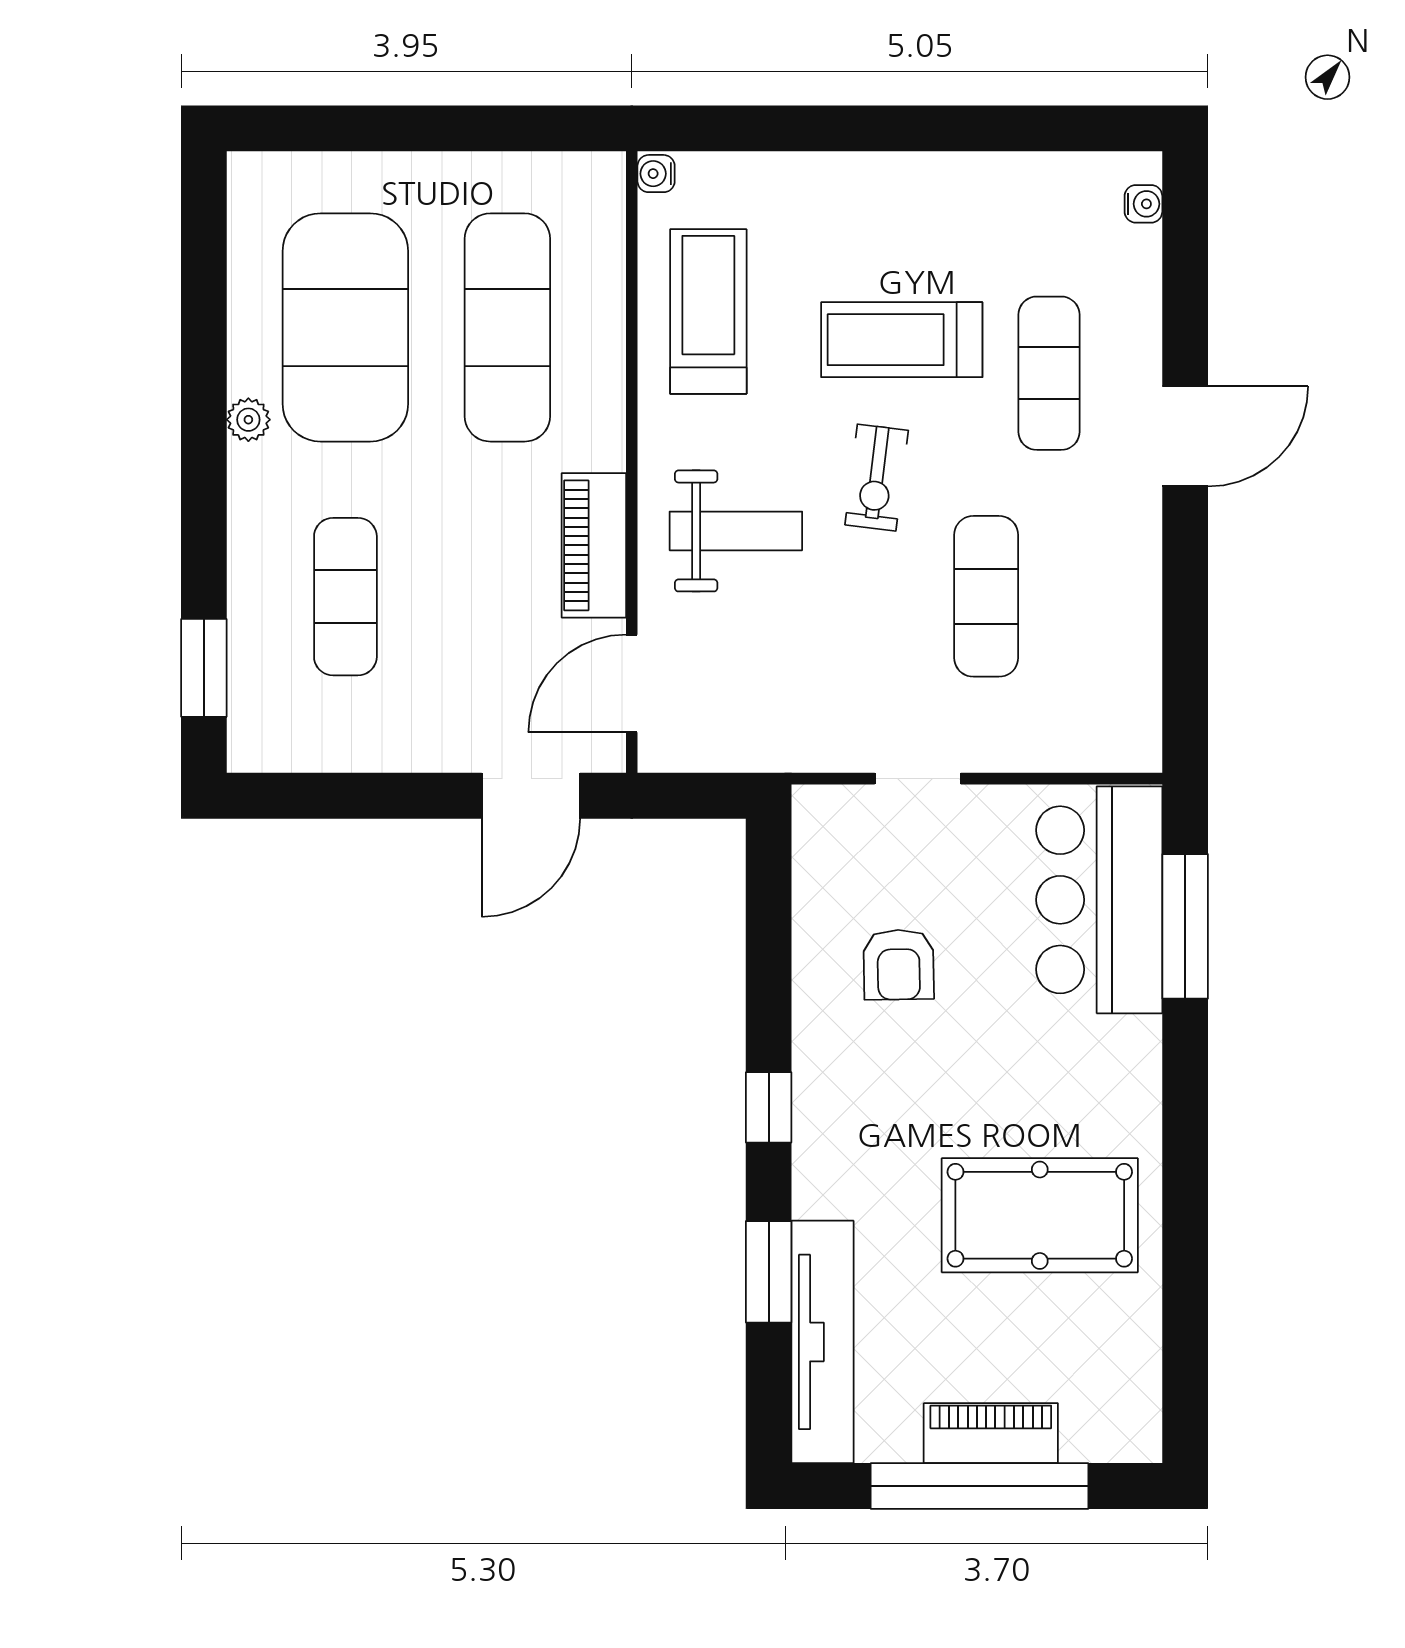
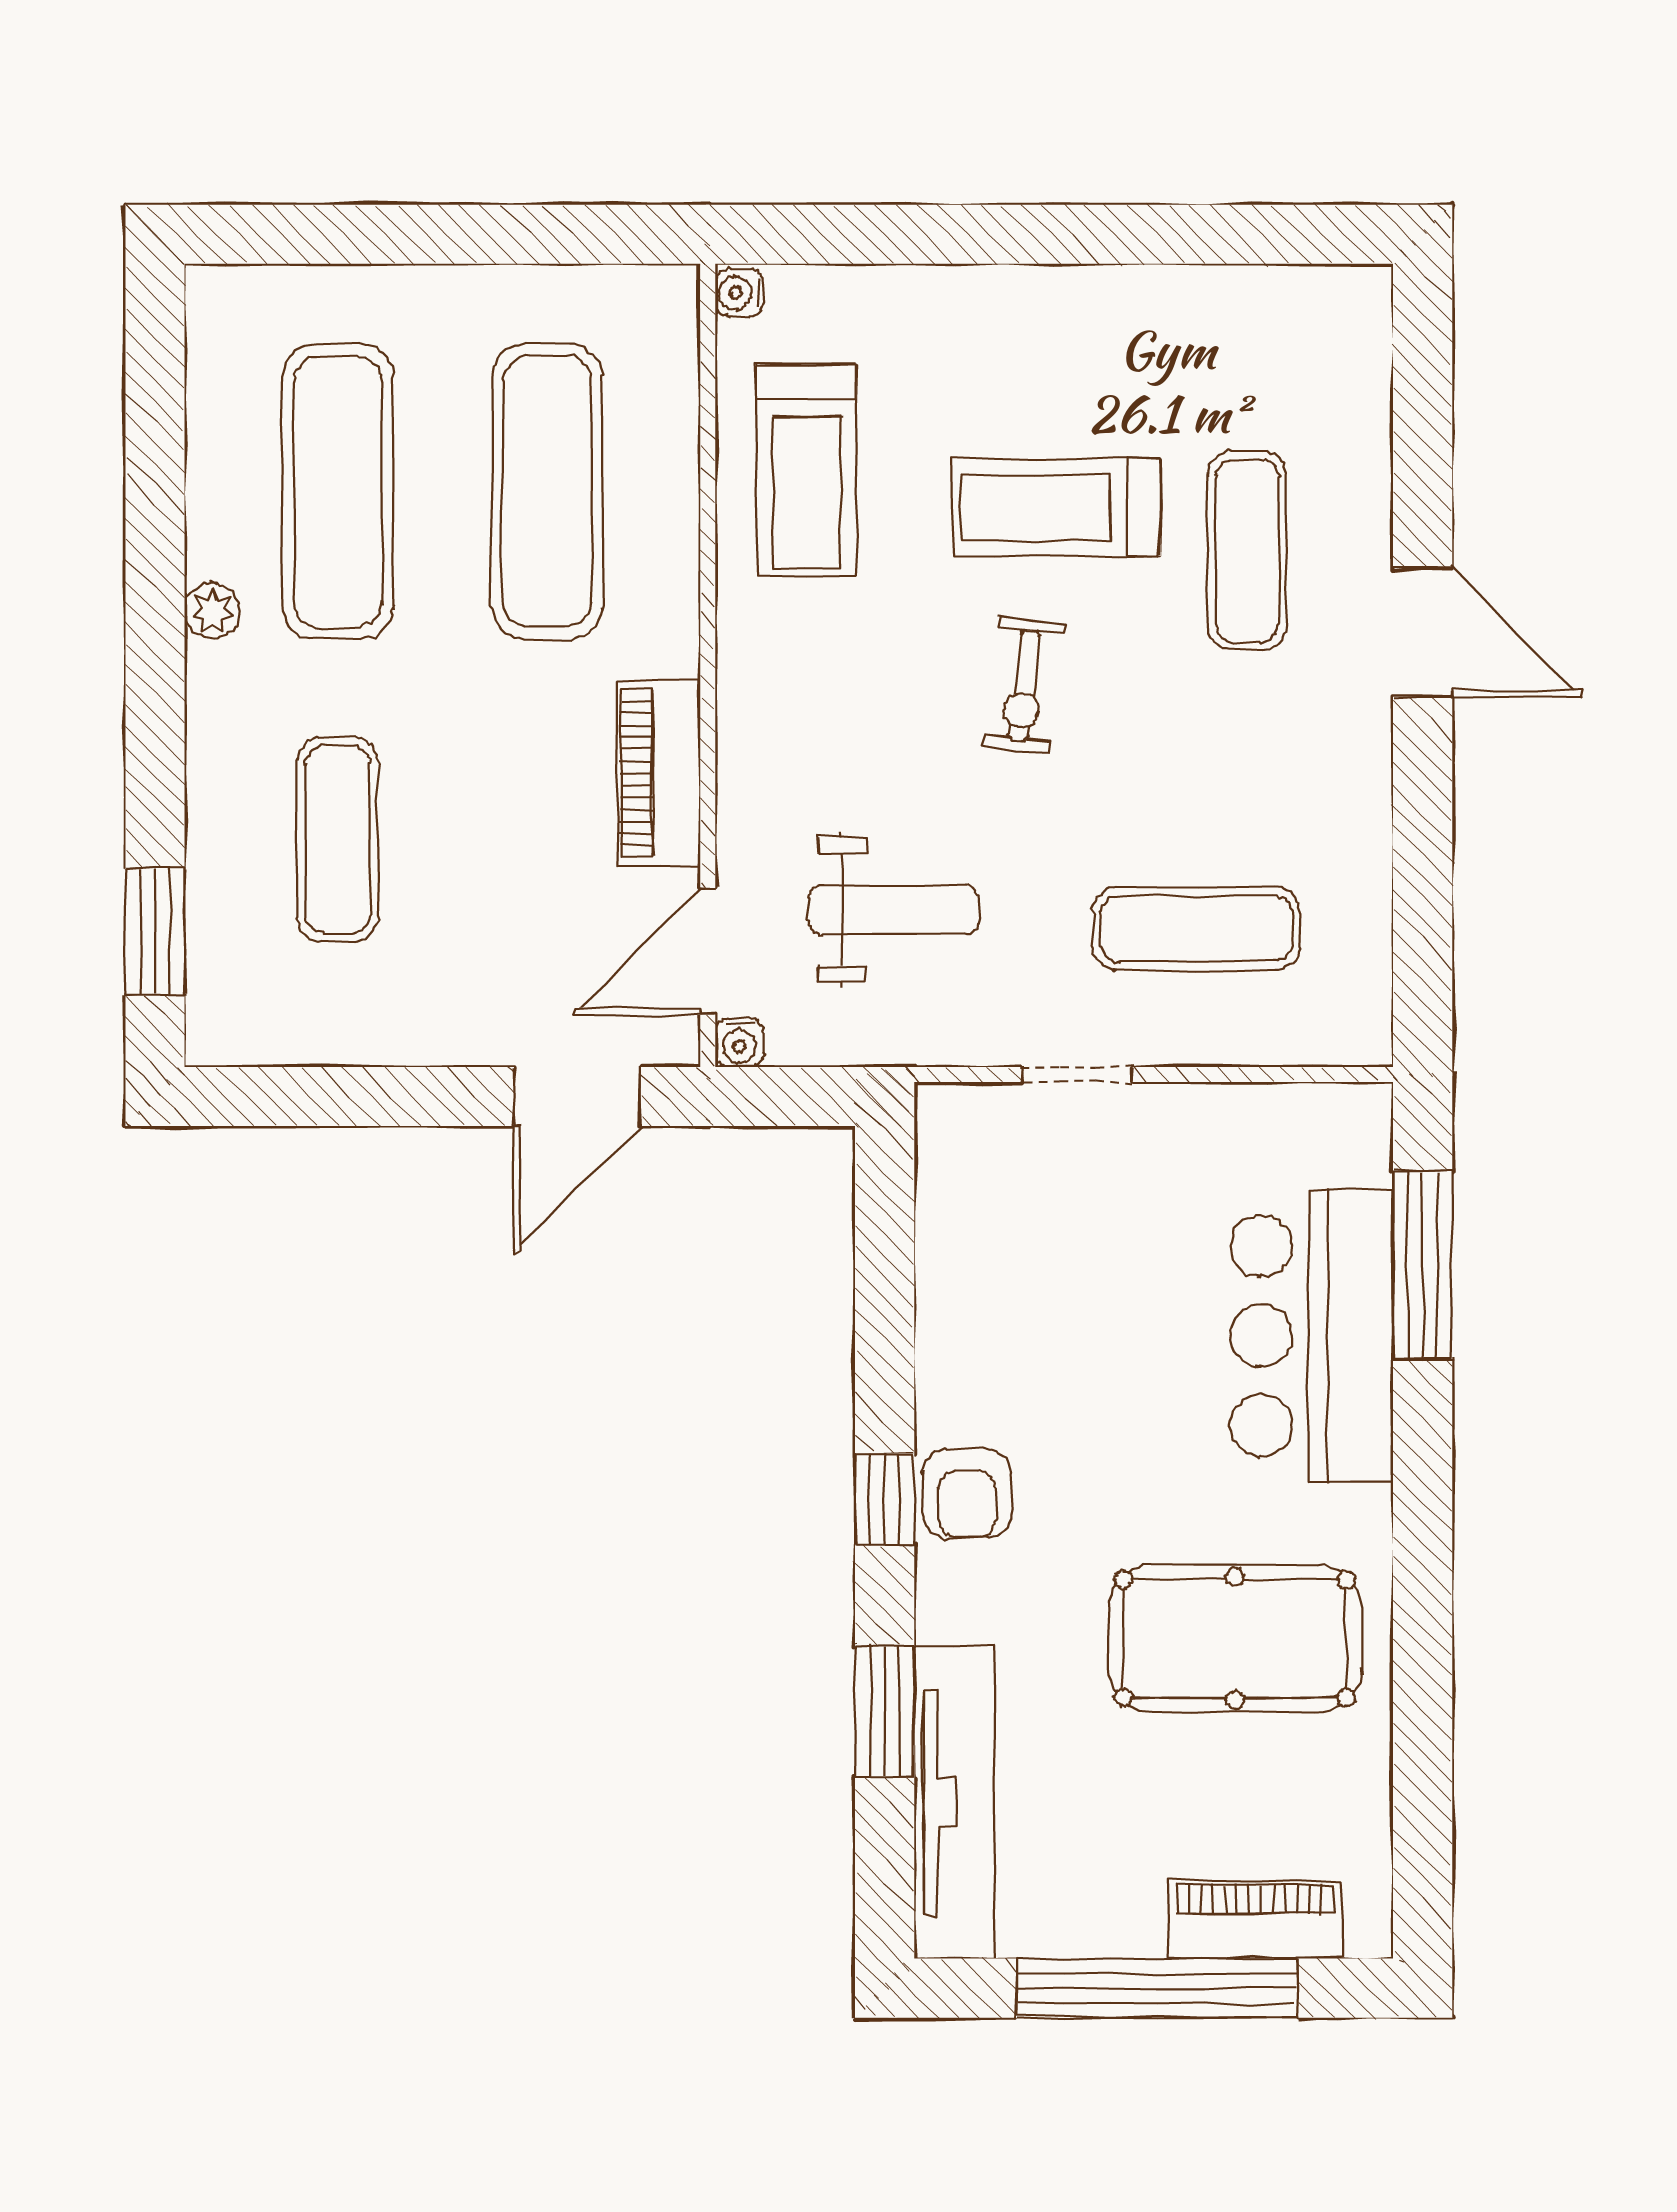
water cooler: (1143, 204) -> (739, 1043), moved, turned 90
treadmill: (708, 311) -> (807, 471), turned 180
exercise mat: (345, 327) -> (338, 492), width x0.68
door: (1185, 436) -> (1423, 632), hinge flipped
weight bench: (736, 531) -> (893, 910), moved
exercise mat: (986, 596) -> (1197, 928), moved, turned 90
bar counter: (1099, 900) -> (1312, 1336), moved
armchair: (899, 965) -> (967, 1493), moved
piano: (991, 1433) -> (1255, 1920), moved

